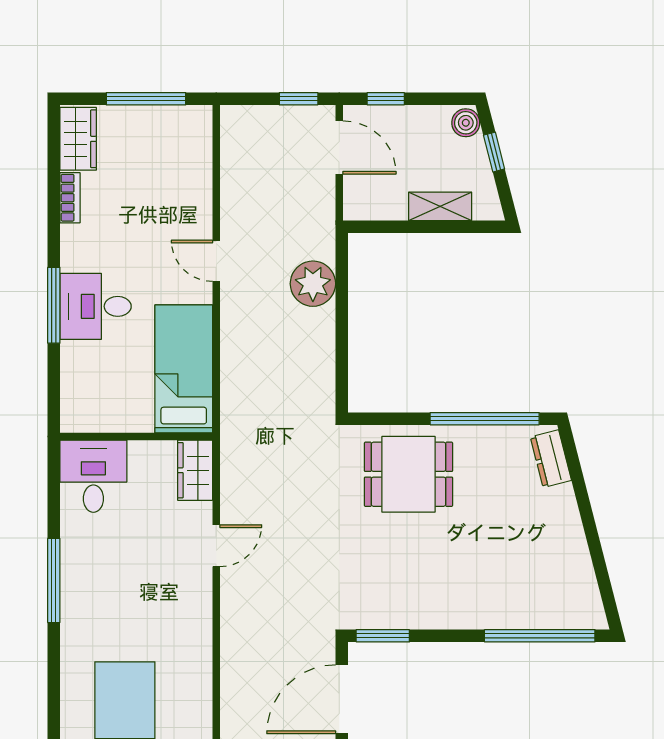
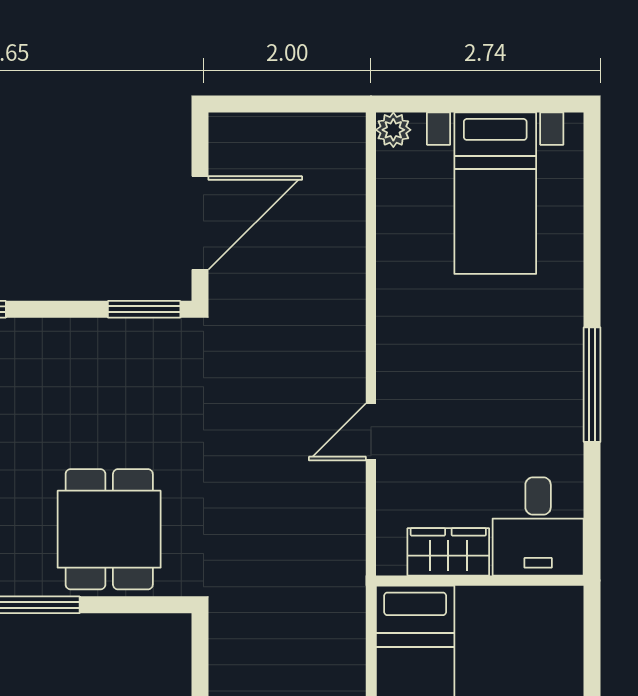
wardrobe: (195, 470) -> (448, 552), moved, turned -90
dining table: (409, 474) -> (109, 529), turned 90

